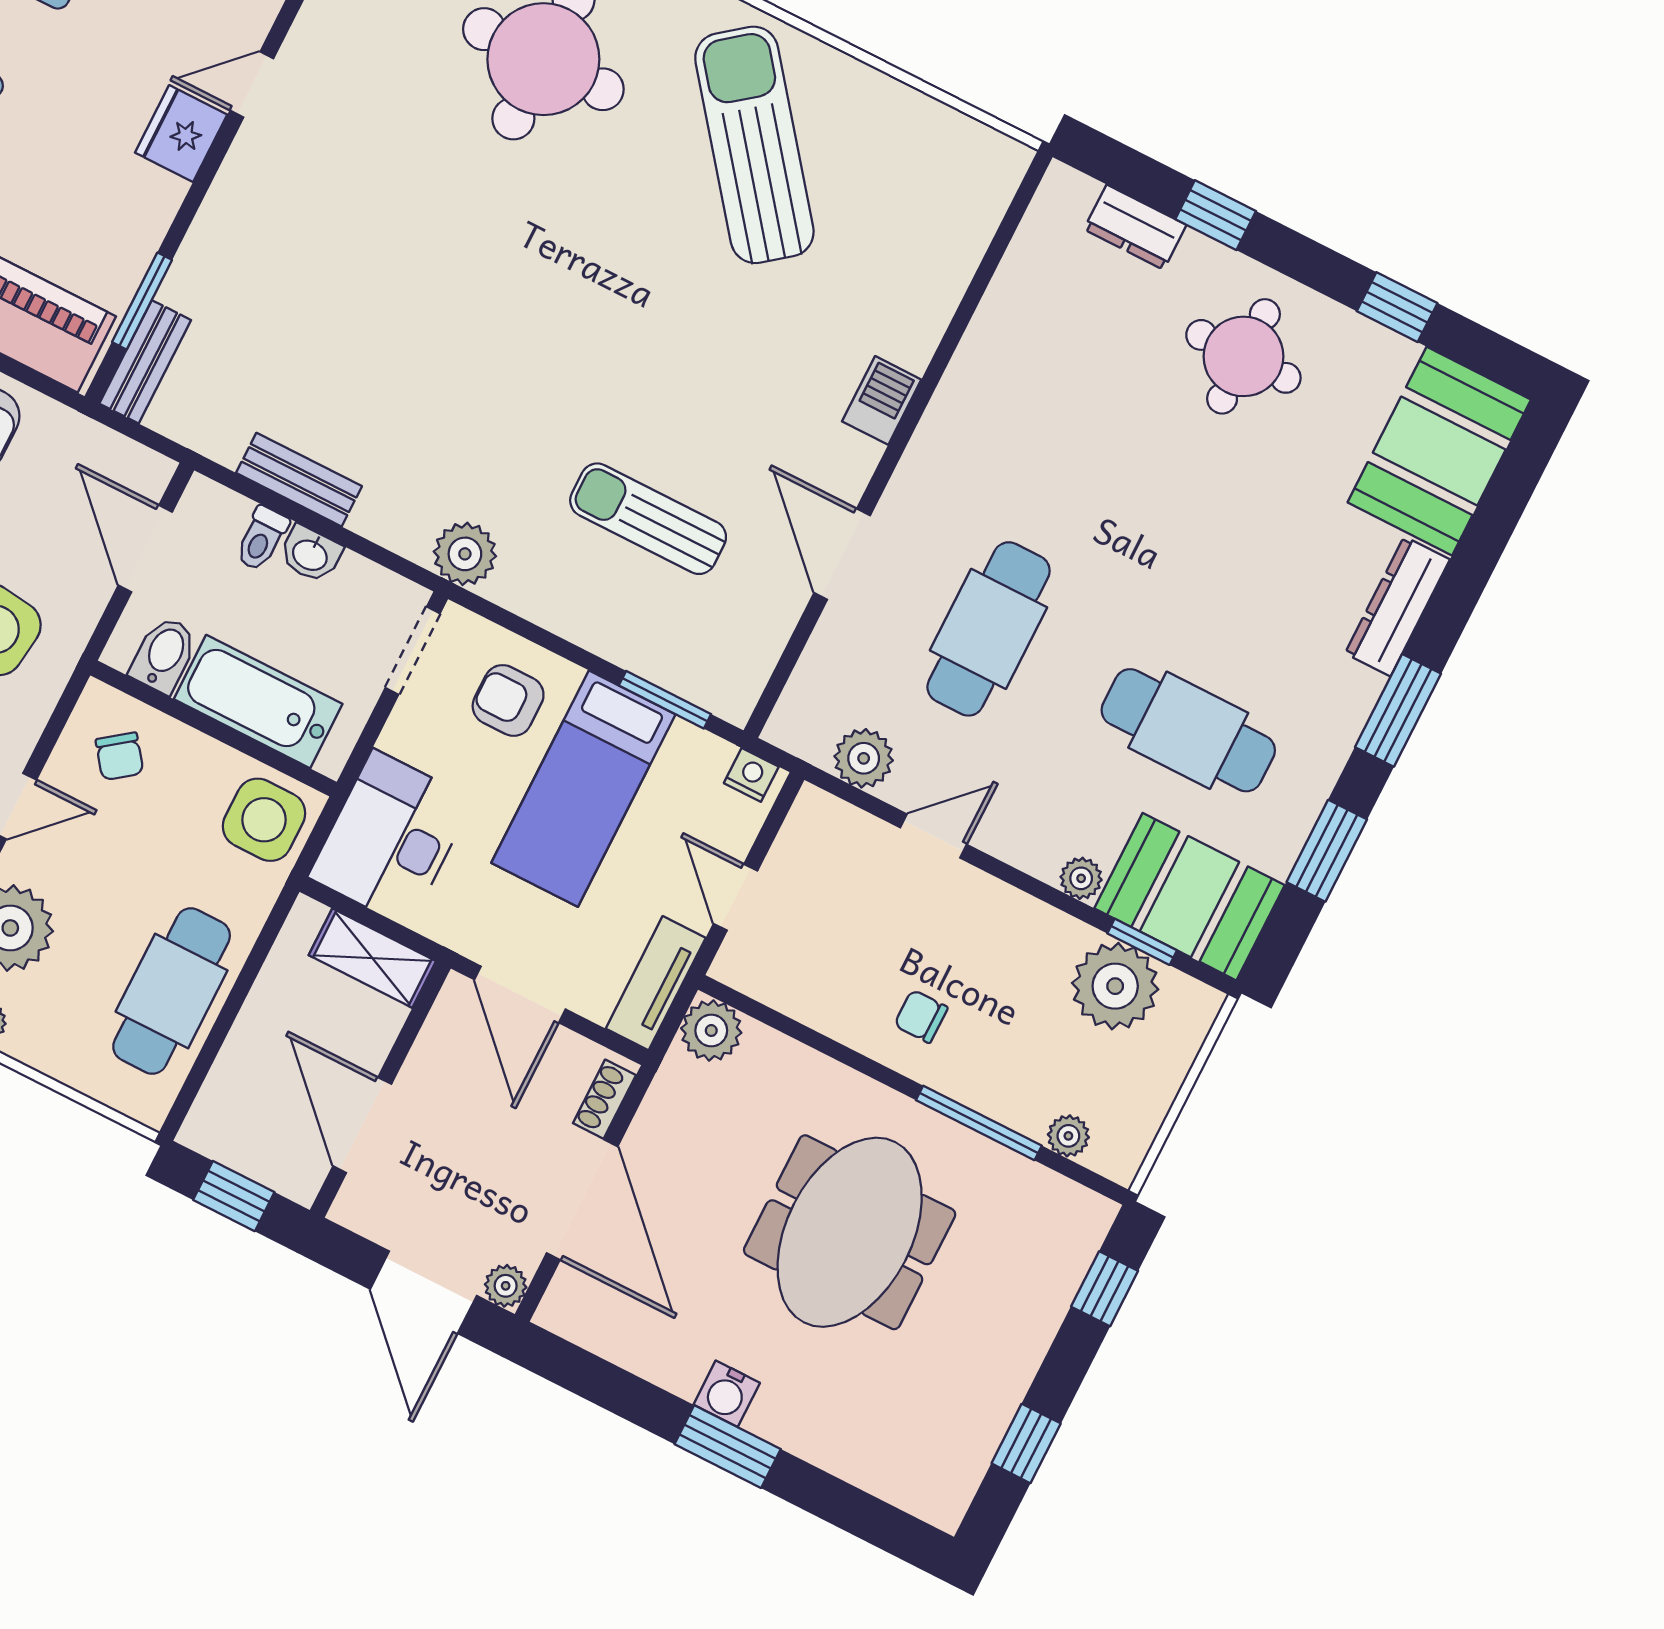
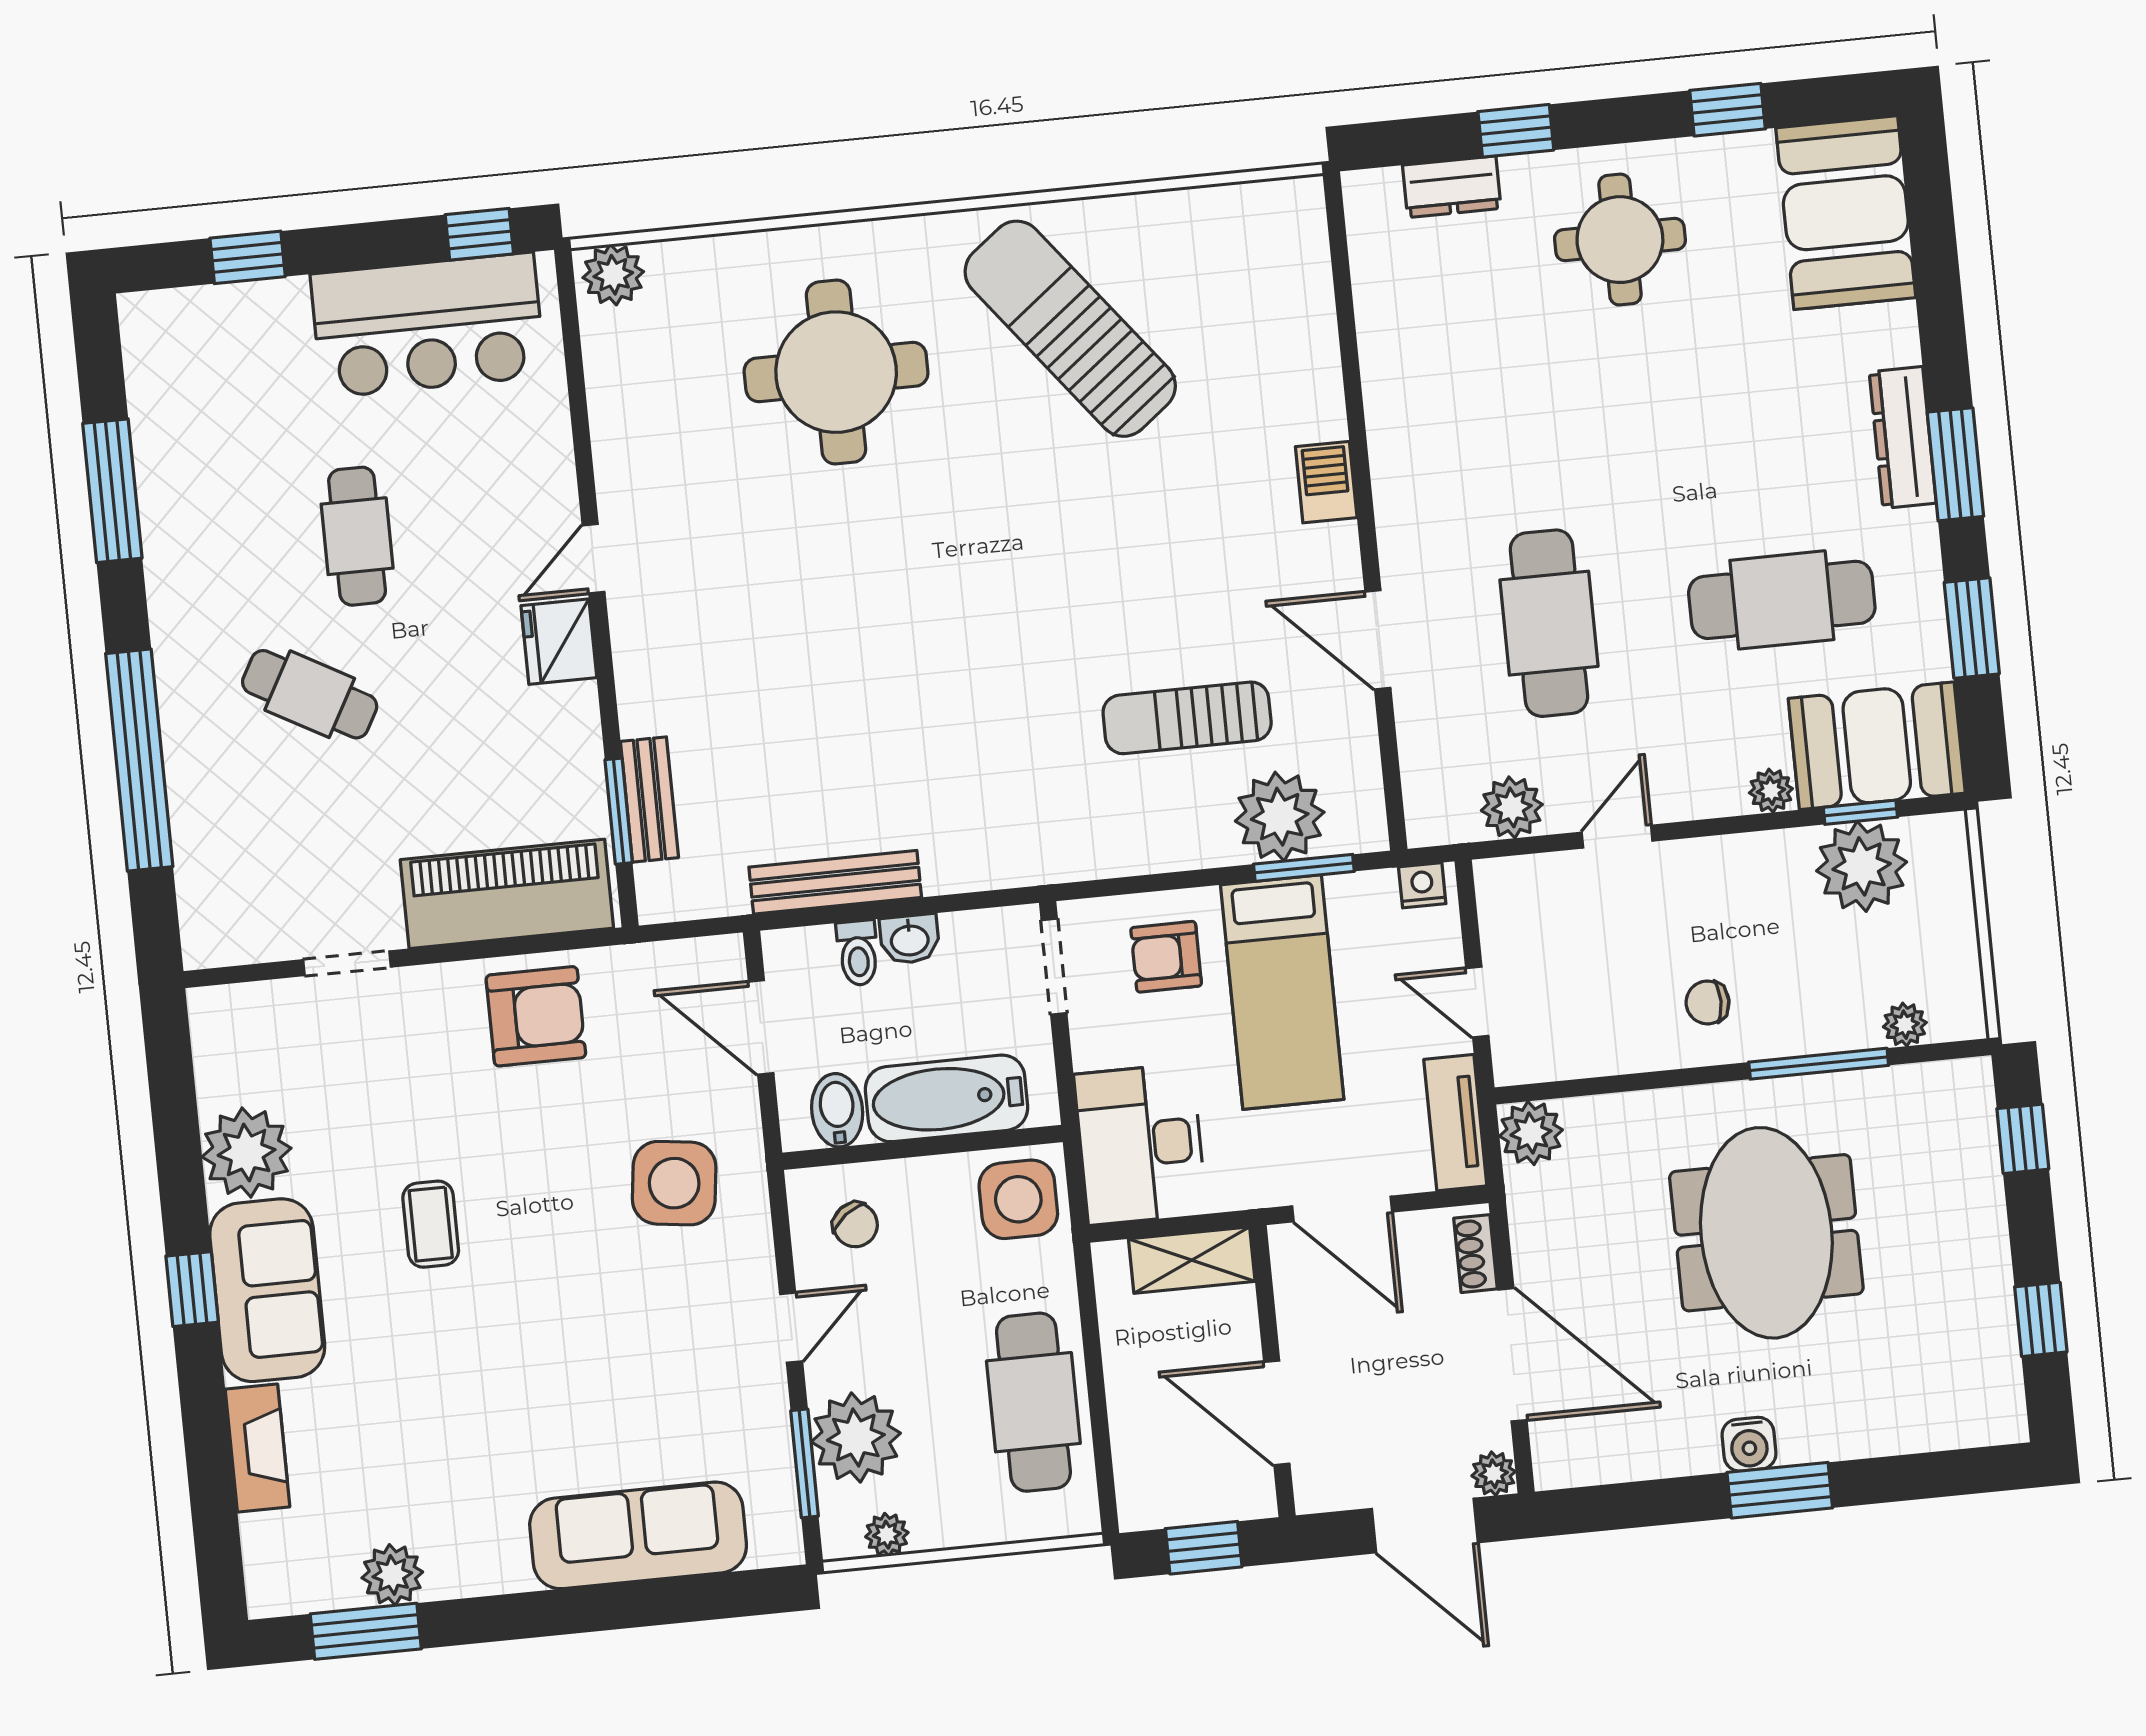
bench: (145, 362) -> (649, 799), moved
bench: (299, 480) -> (835, 882), width x1.36
plant: (465, 554) -> (1280, 817), moved, width x1.36, depth x1.36
dresser: (1397, 606) -> (1903, 437), moved

